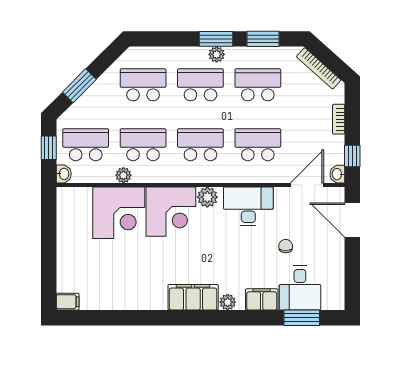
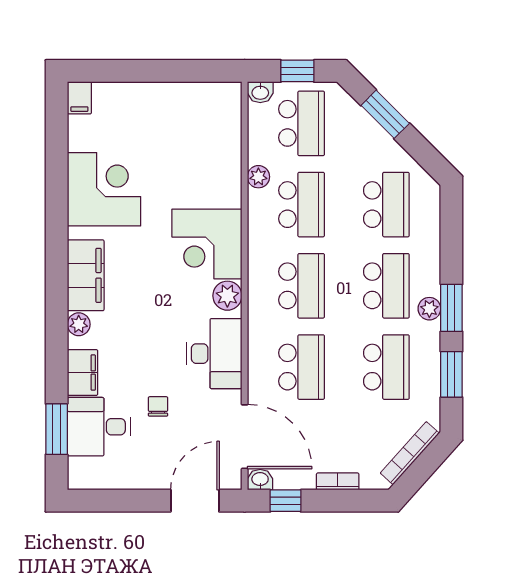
door: (307, 185) -> (245, 437), width x1.36
corner desk: (119, 213) -> (104, 189), moved, turned 180
chair: (286, 246) -> (158, 406), turned -90

